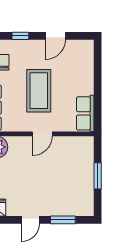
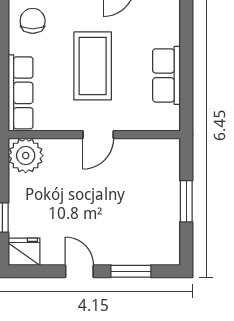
row of seats: (85, 113) -> (166, 75), moved
door: (30, 220) -> (79, 271), swing flipped

